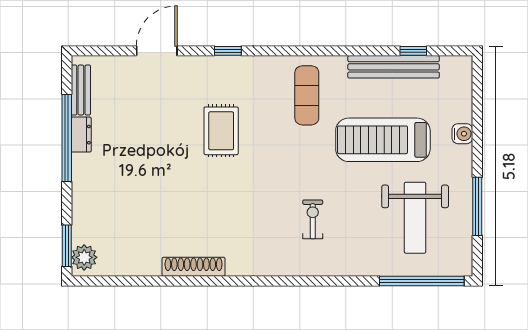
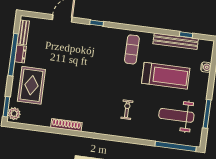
rug: (221, 131) -> (31, 85), moved, width x1.36, depth x1.43
water cooler: (462, 134) -> (206, 67), moved
treadmill: (383, 140) -> (166, 76), turned 180
weight bench: (415, 218) -> (176, 115), turned 90

